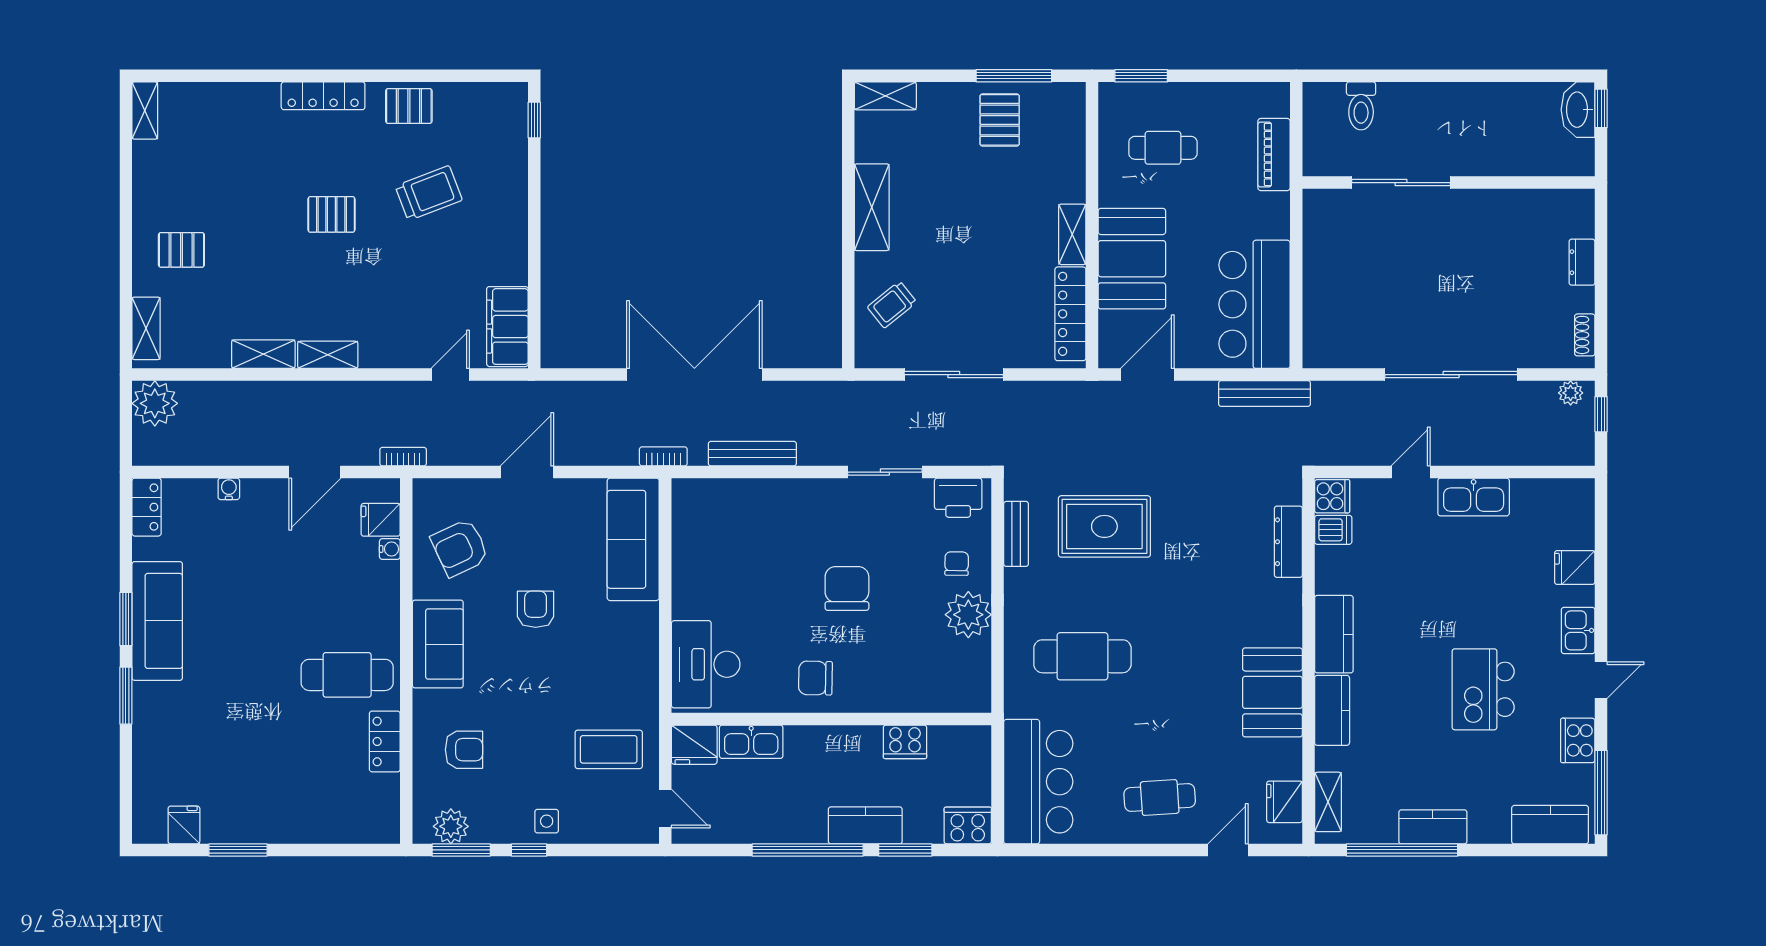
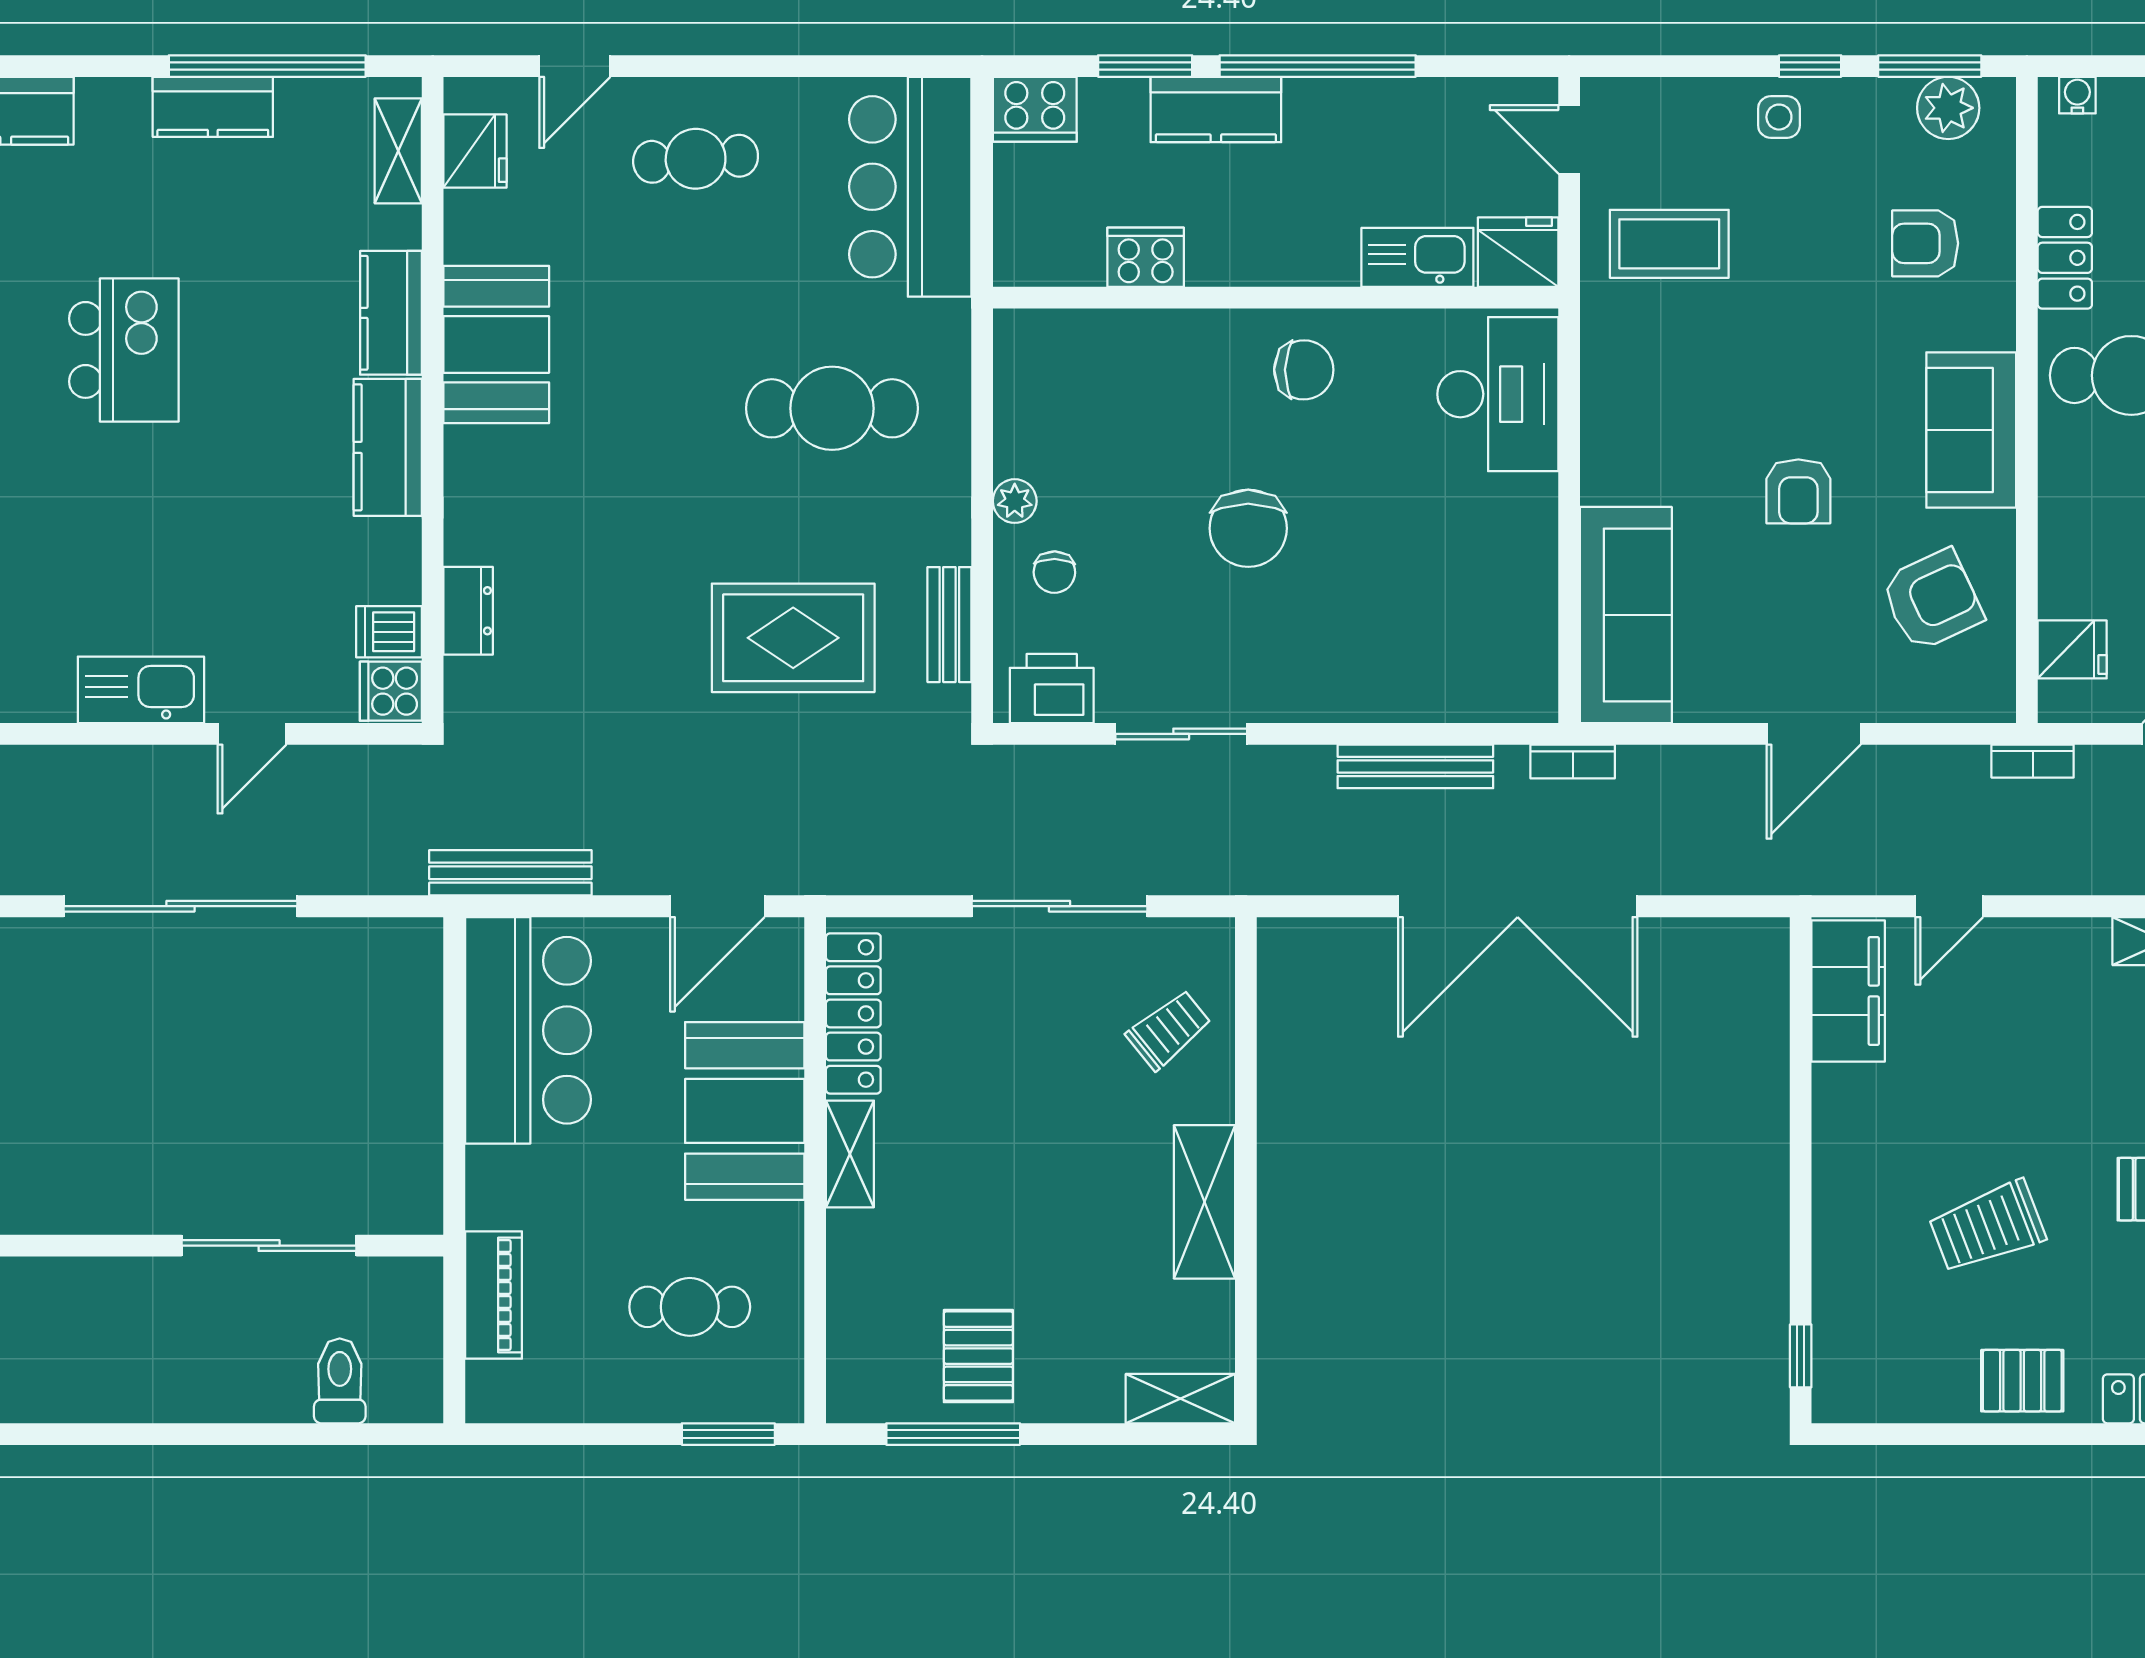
dresser: (1288, 542) -> (468, 611), width x0.70
water cooler: (390, 549) -> (2077, 95), moved, turned 90
plant: (968, 615) -> (1015, 501), width x0.53, depth x0.53

